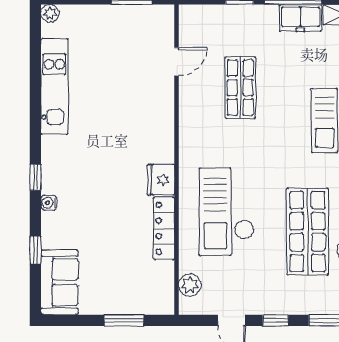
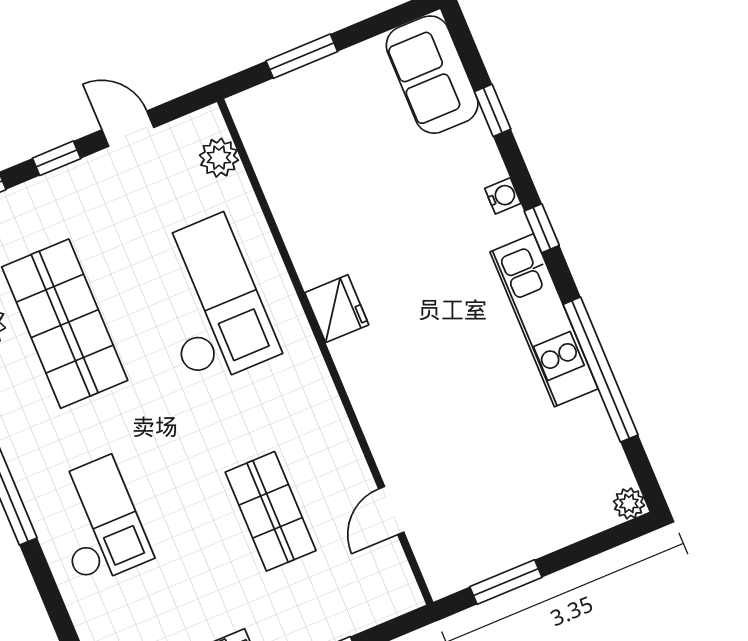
kitchen unit: (54, 86) -> (544, 320), moved
window: (35, 90) -> (601, 370), added
locker: (164, 228) -> (299, 232), removed

